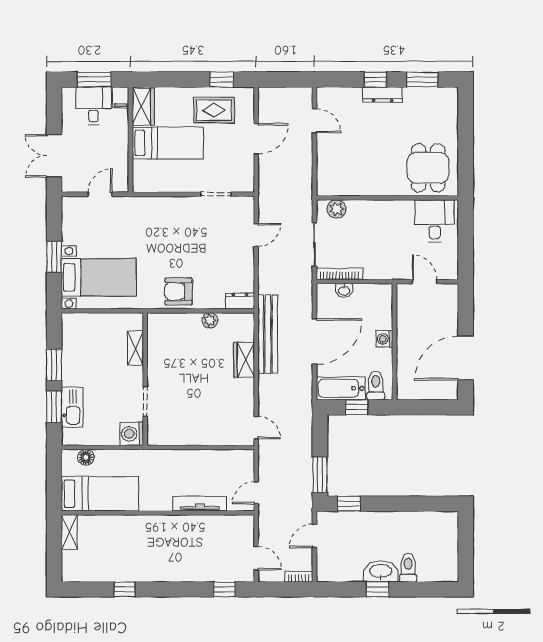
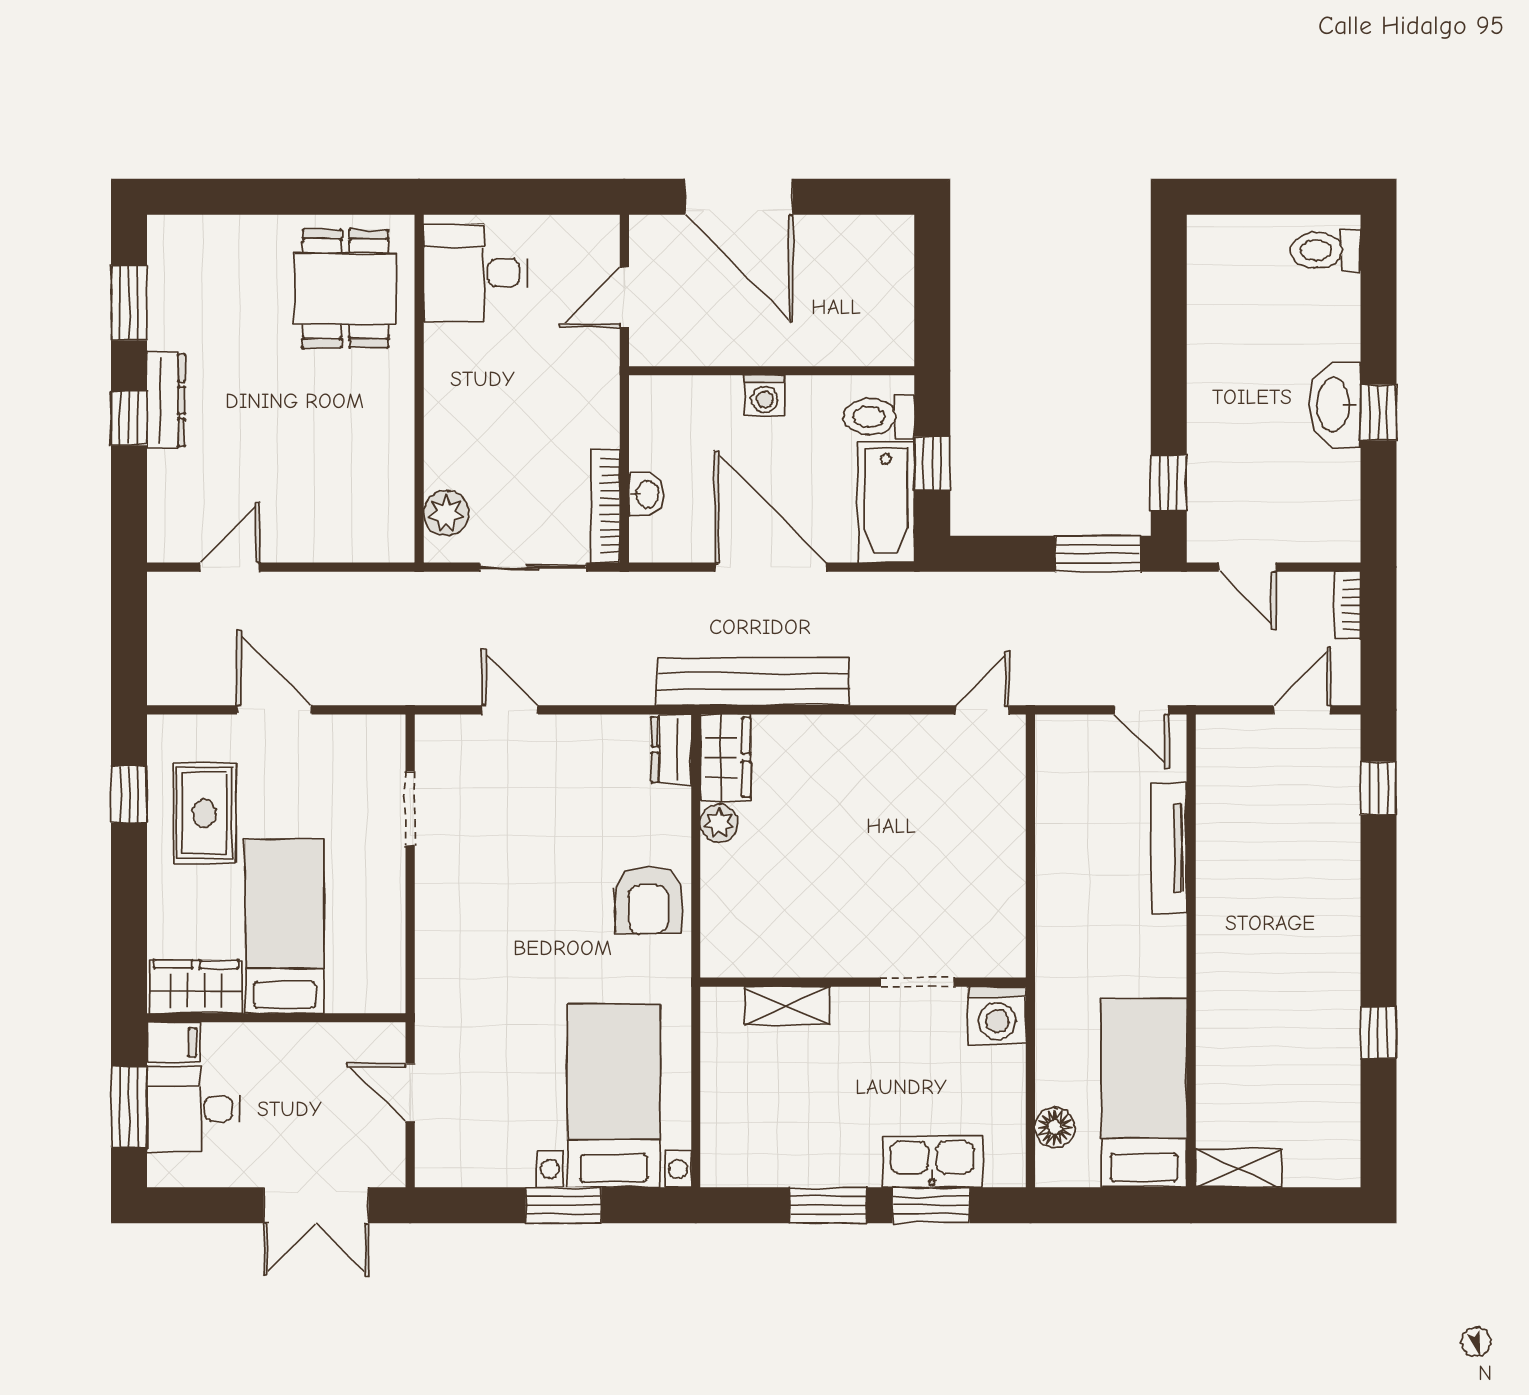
dining table: (428, 168) -> (345, 289), turned 90
door: (466, 358) -> (739, 197), moved
wardrobe: (244, 360) -> (725, 758), moved, turned -90
toilet: (408, 568) -> (1326, 250), moved

